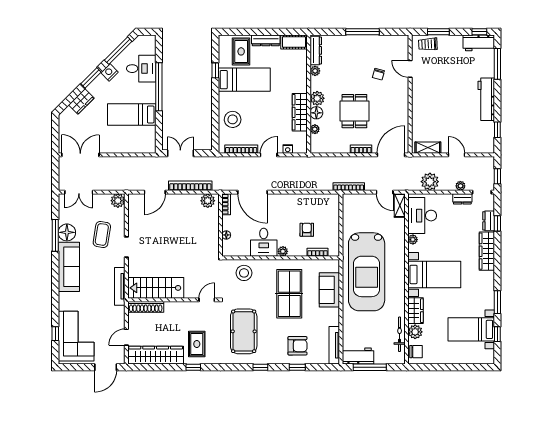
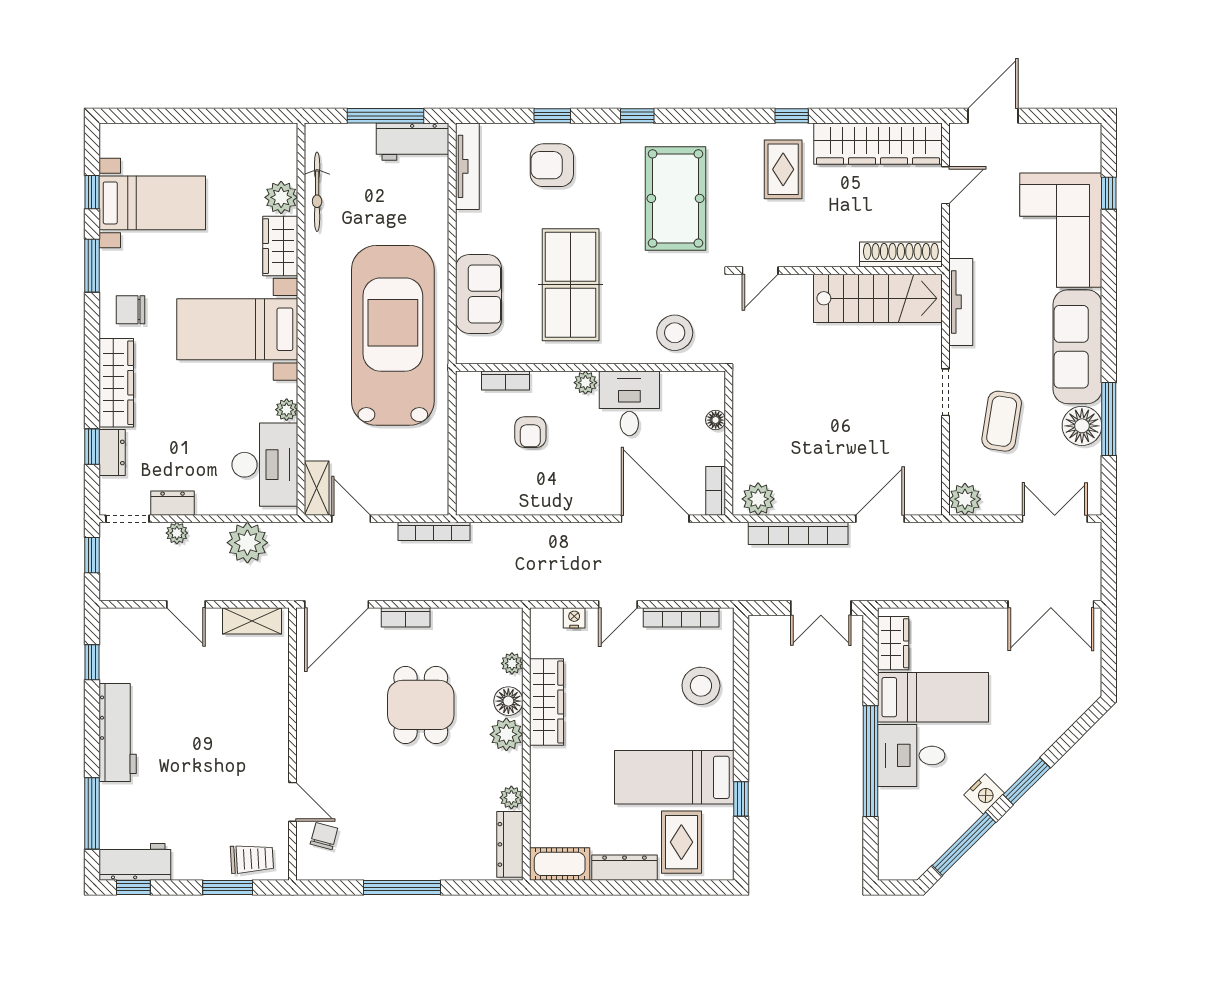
desk: (141, 69) -> (911, 755), moved
chair: (378, 74) -> (324, 836), moved
wardrobe: (81, 101) -> (893, 643), moved, turned 135
corner sofa: (76, 336) -> (1061, 230), moved
chair: (416, 352) -> (131, 310), moved

